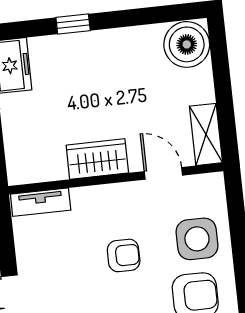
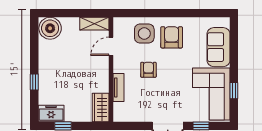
wardrobe: (97, 159) -> (101, 107), moved
tv unit: (41, 202) -> (118, 87), moved

